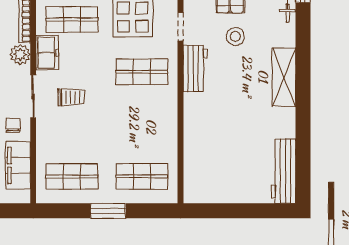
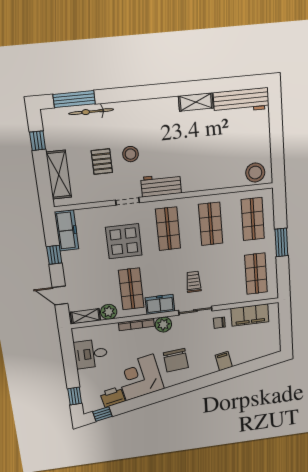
shelving: (284, 77) -> (196, 102), moved, width x0.67, depth x0.75
shop shelf: (142, 124) -> (211, 224), added
stool: (198, 183) -> (255, 173), added

